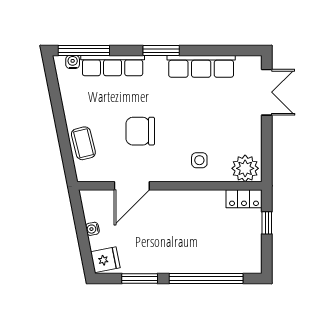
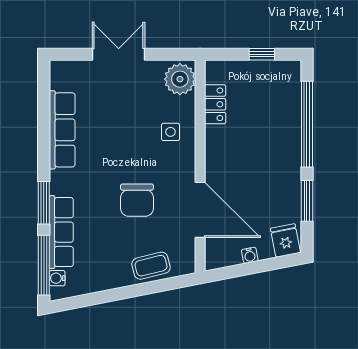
window: (161, 50) -> (44, 203), moved
double door: (267, 92) -> (119, 54), moved
door: (132, 186) -> (200, 210), width x1.36
locker: (244, 199) -> (215, 104), moved
window: (267, 223) -> (262, 54), moved

